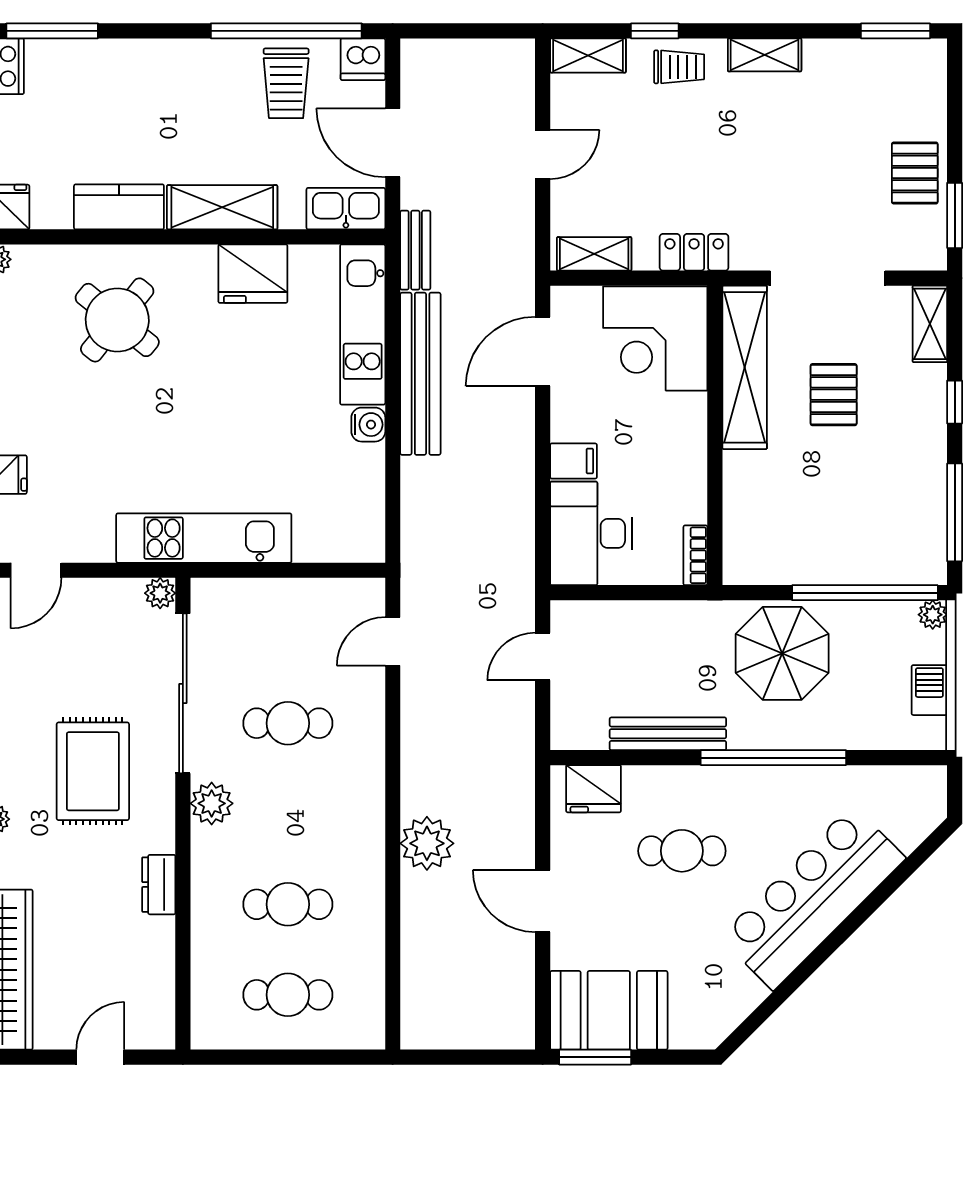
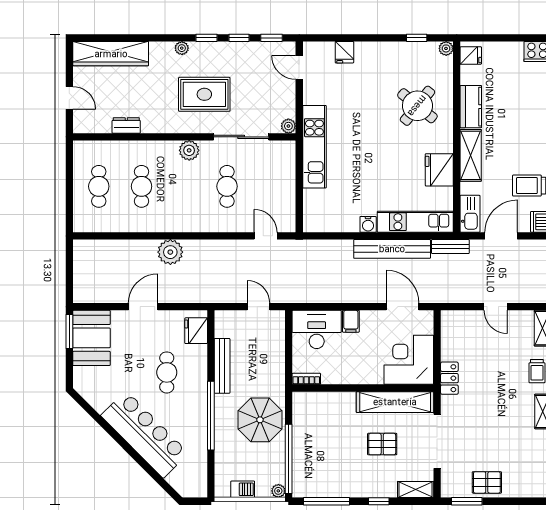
shelving: (594, 254) -> (449, 331), removed
sliding door: (183, 693) -> (241, 137), width x0.73
dresser: (159, 885) -> (126, 125), moved

